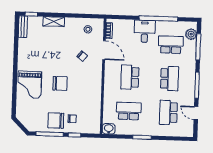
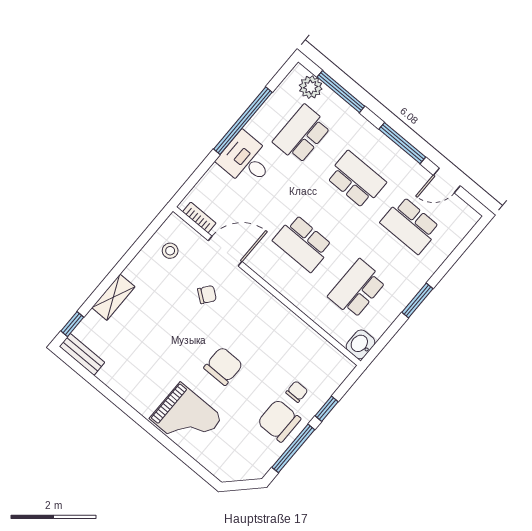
chair: (56, 121) -> (279, 421), turned 90

